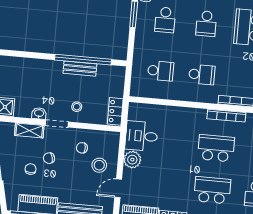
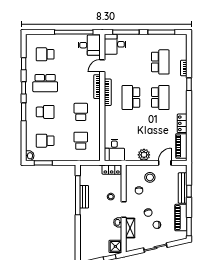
school desk: (165, 20) -> (45, 141), turned 180
desk: (141, 136) -> (114, 150), moved
door: (118, 188) -> (165, 163), swing flipped
school desk: (212, 190) -> (160, 97), turned 180

